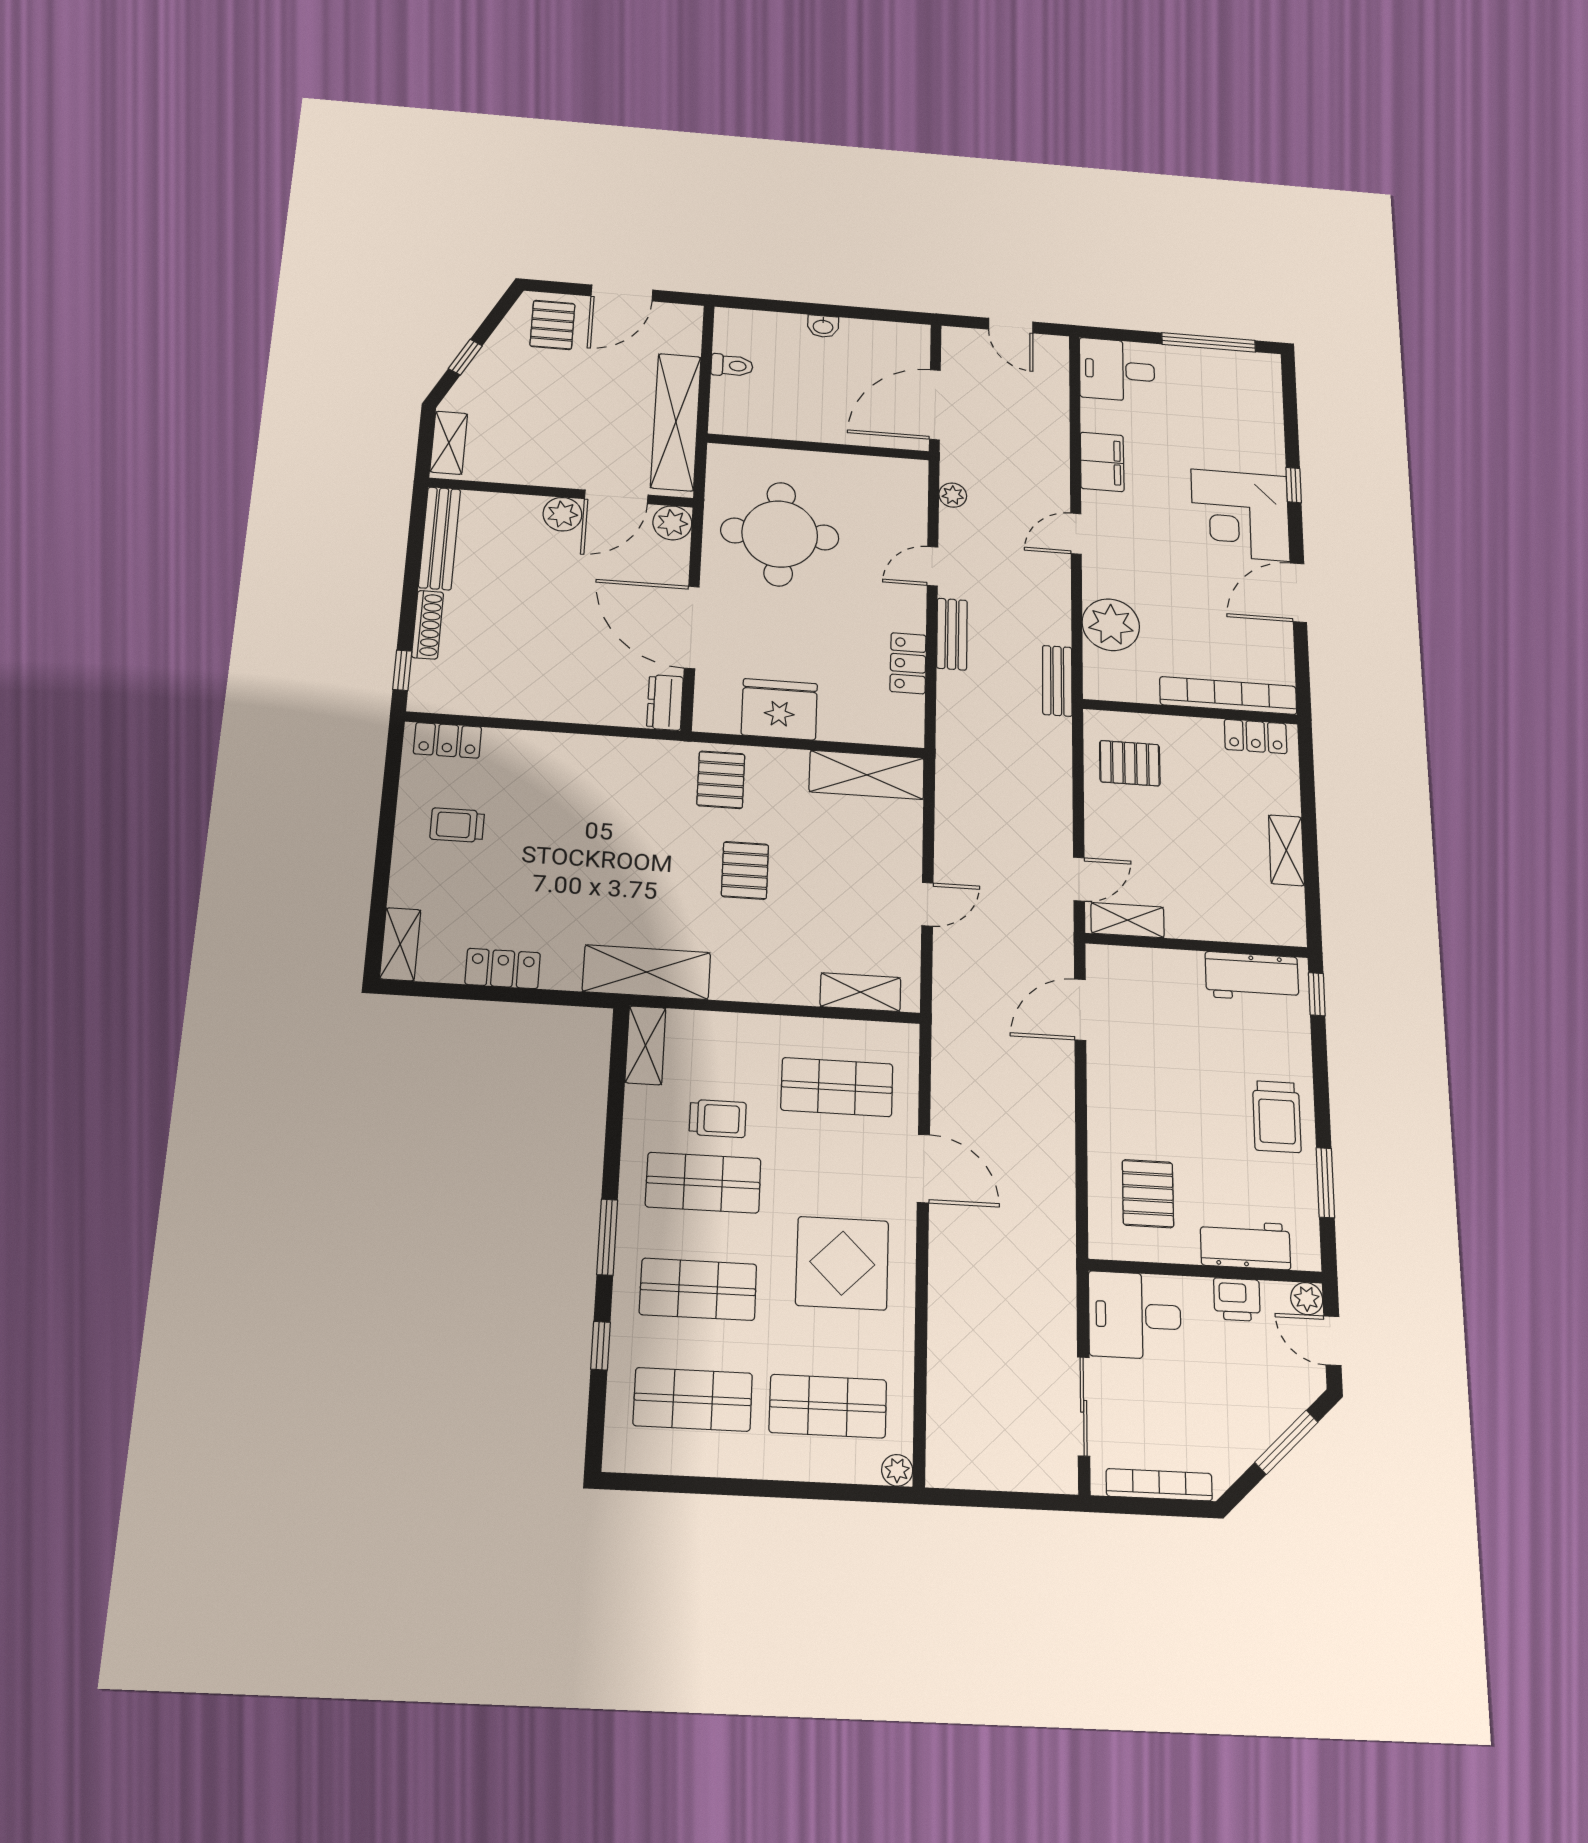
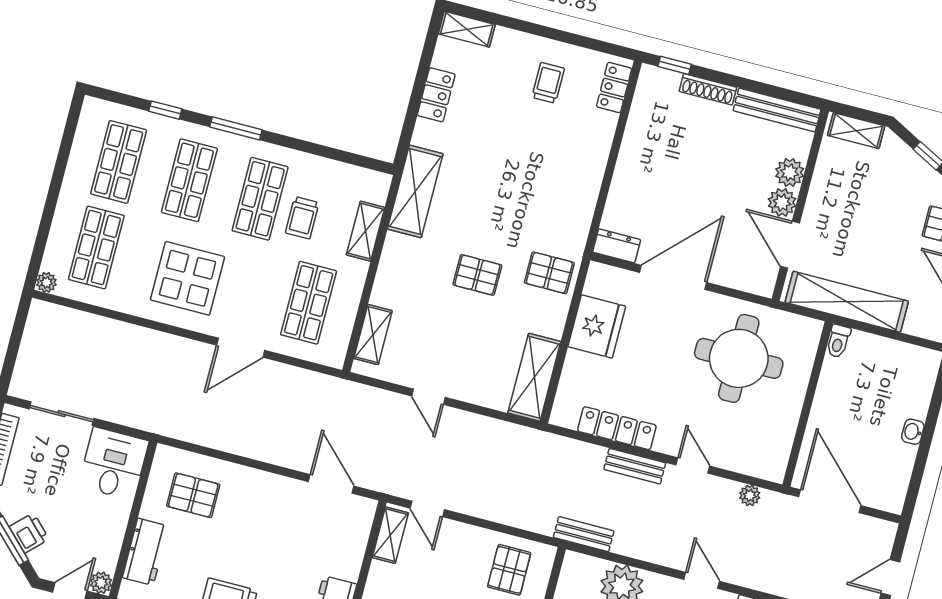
toilet: (732, 366) -> (838, 341), moved
plant: (672, 523) -> (790, 172), moved
locker: (908, 663) -> (617, 428), width x1.53
shelving: (645, 1045) -> (365, 231), moved, turned 90
printer: (1237, 1299) -> (29, 533), moved, turned 135

